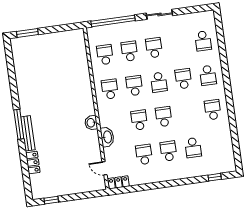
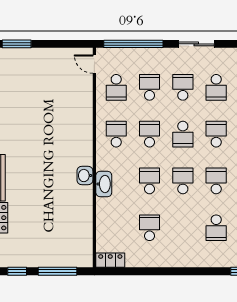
school desk: (179, 44) -> (216, 87), added
school desk: (105, 55) -> (116, 87), turned 180
washbasin: (107, 137) -> (104, 184), moved
school desk: (169, 151) -> (216, 181), moved
door: (105, 168) -> (94, 64), moved
window: (81, 196) -> (58, 271), added

